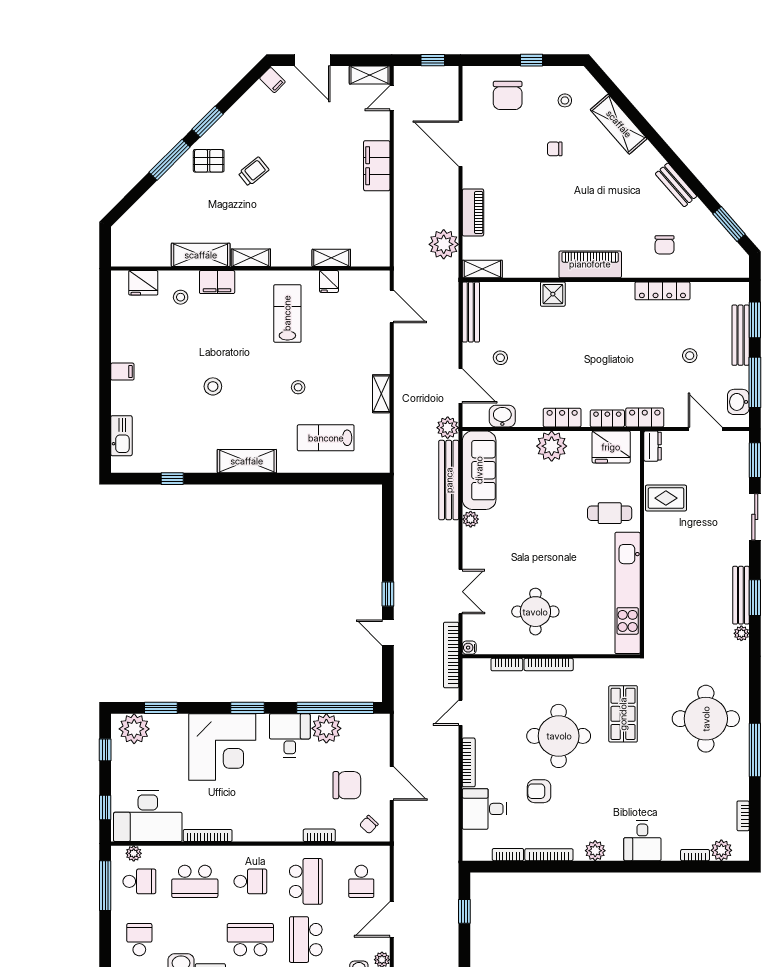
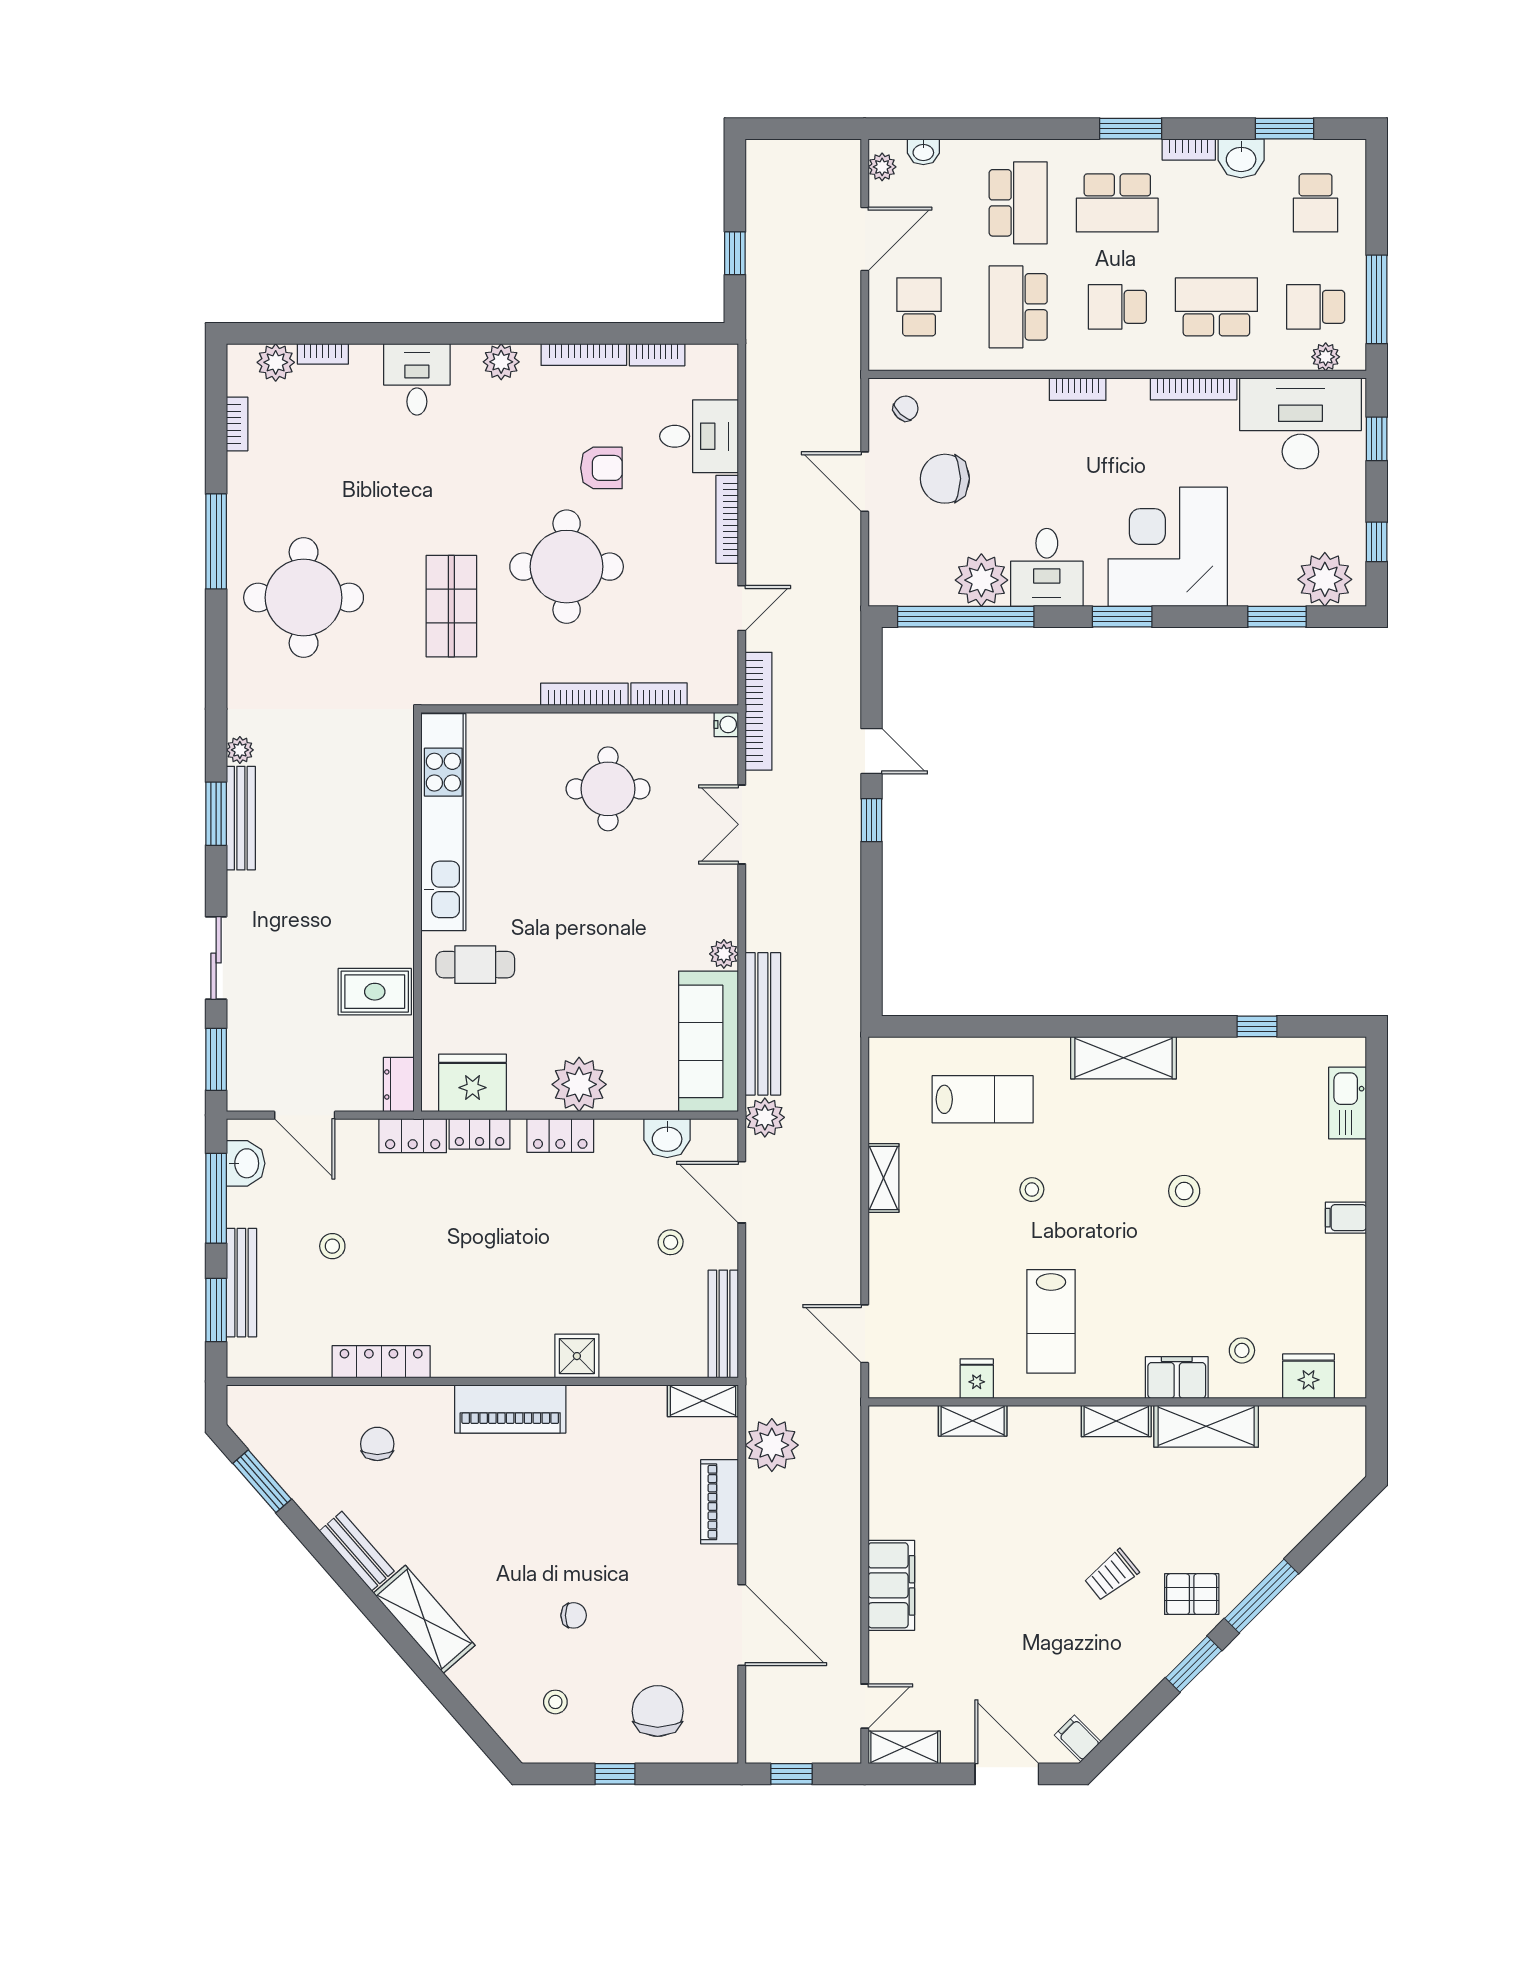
shelving: (619, 124) -> (424, 1619), moved
bookcase: (319, 835) -> (1078, 389), moved

